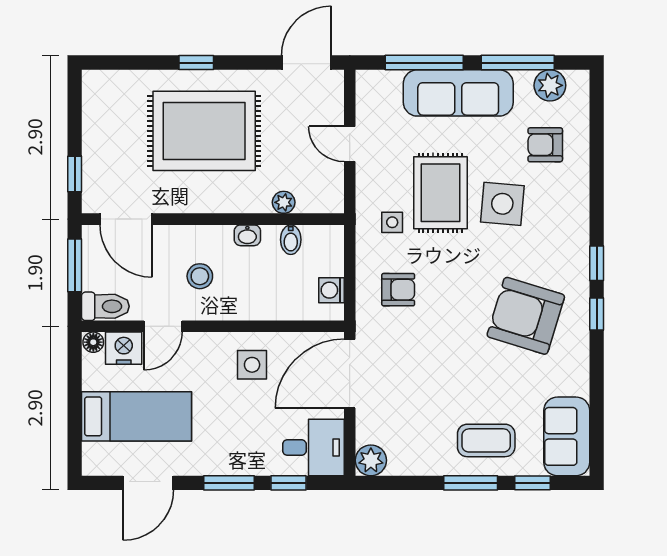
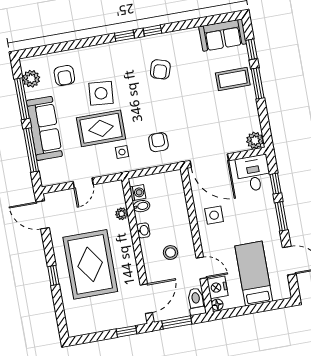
washing machine: (331, 290) -> (138, 193), moved, turned -90
armchair: (526, 316) -> (160, 69), width x0.53, depth x0.53
coffee table: (486, 440) -> (233, 79), turned 90

